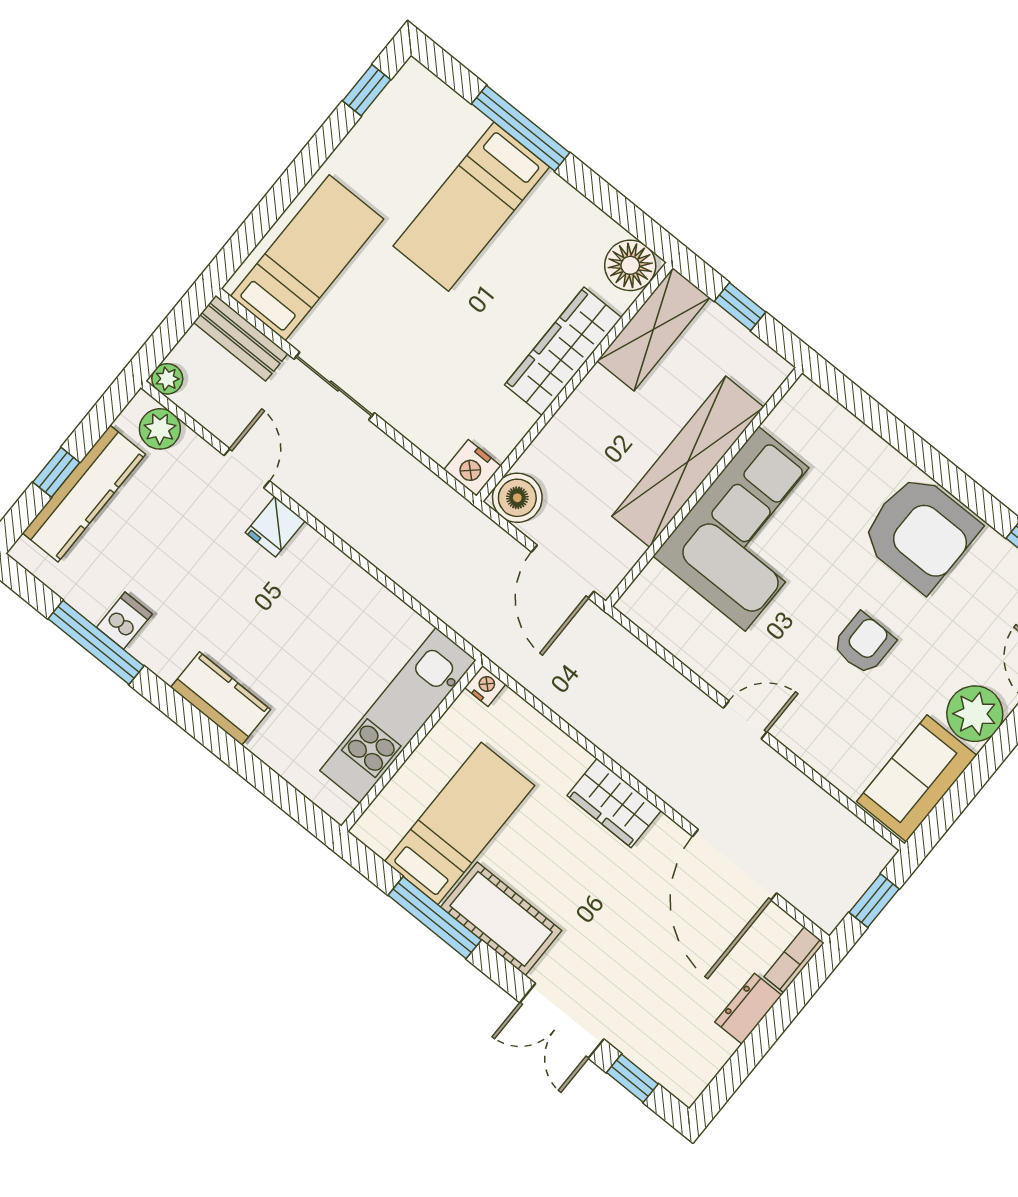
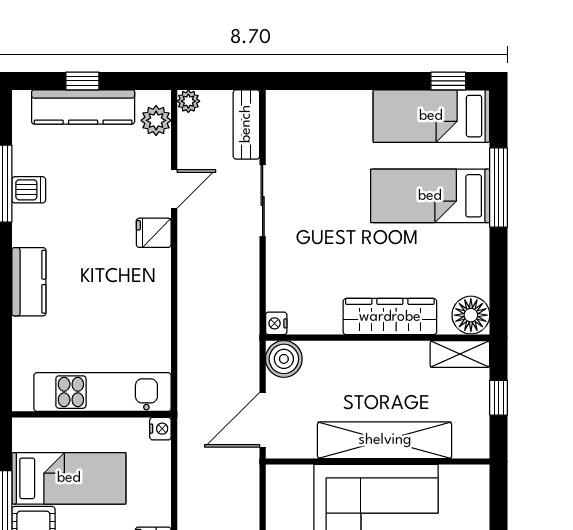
bed: (307, 258) -> (431, 116), moved, turned 180
shelving: (654, 329) -> (460, 354), width x0.67, depth x0.75
nightstand: (472, 468) -> (276, 323), width x0.72, depth x0.74

